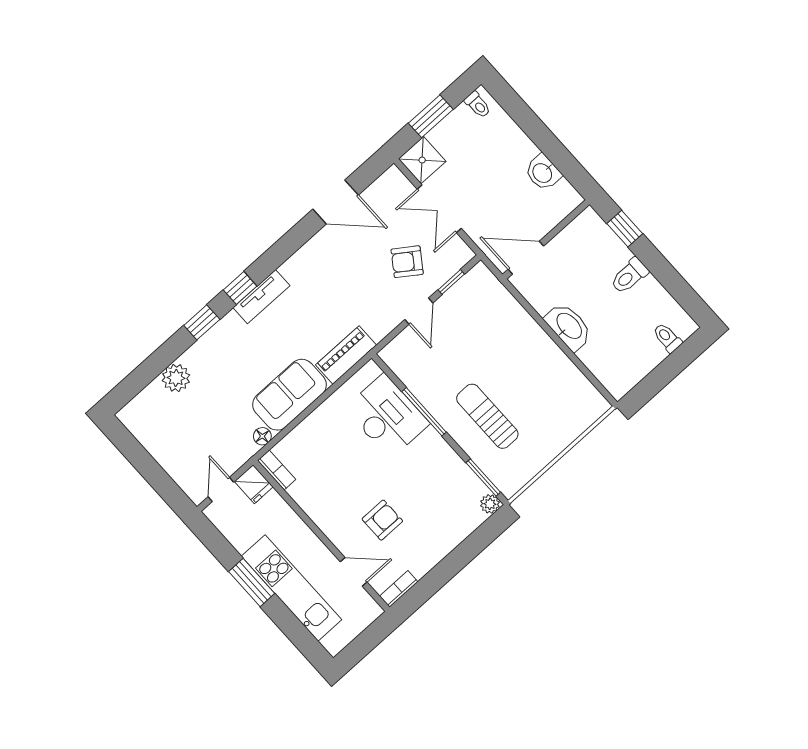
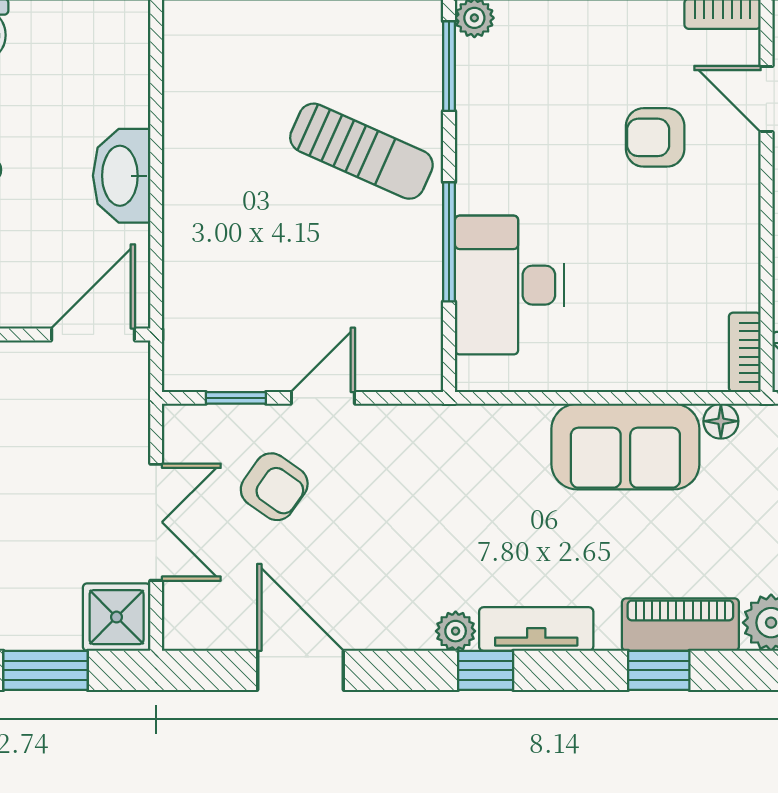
door: (526, 258) -> (93, 334), swing flipped
plant: (291, 269) -> (456, 631), added
window: (240, 288) -> (486, 670), moved
piano: (346, 355) -> (680, 625), moved, turned 180
sun lounger: (487, 416) -> (361, 151), turned -66

